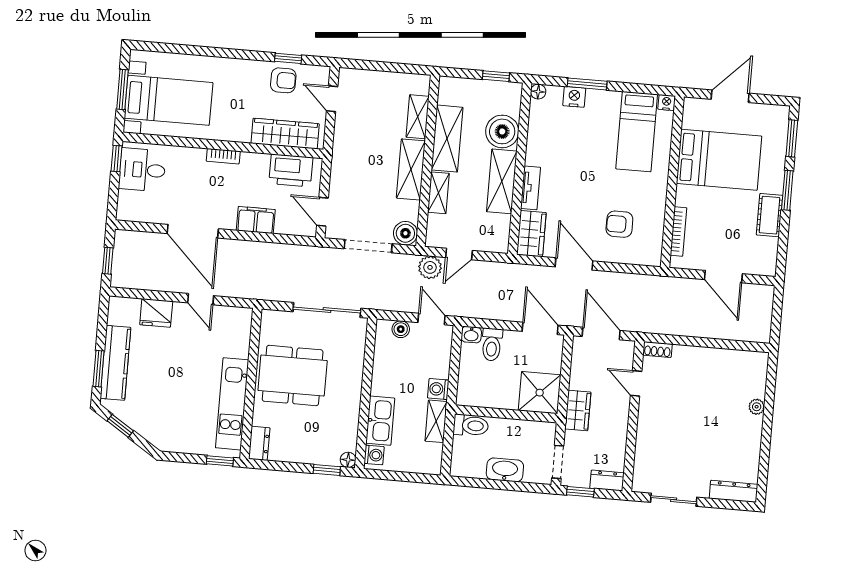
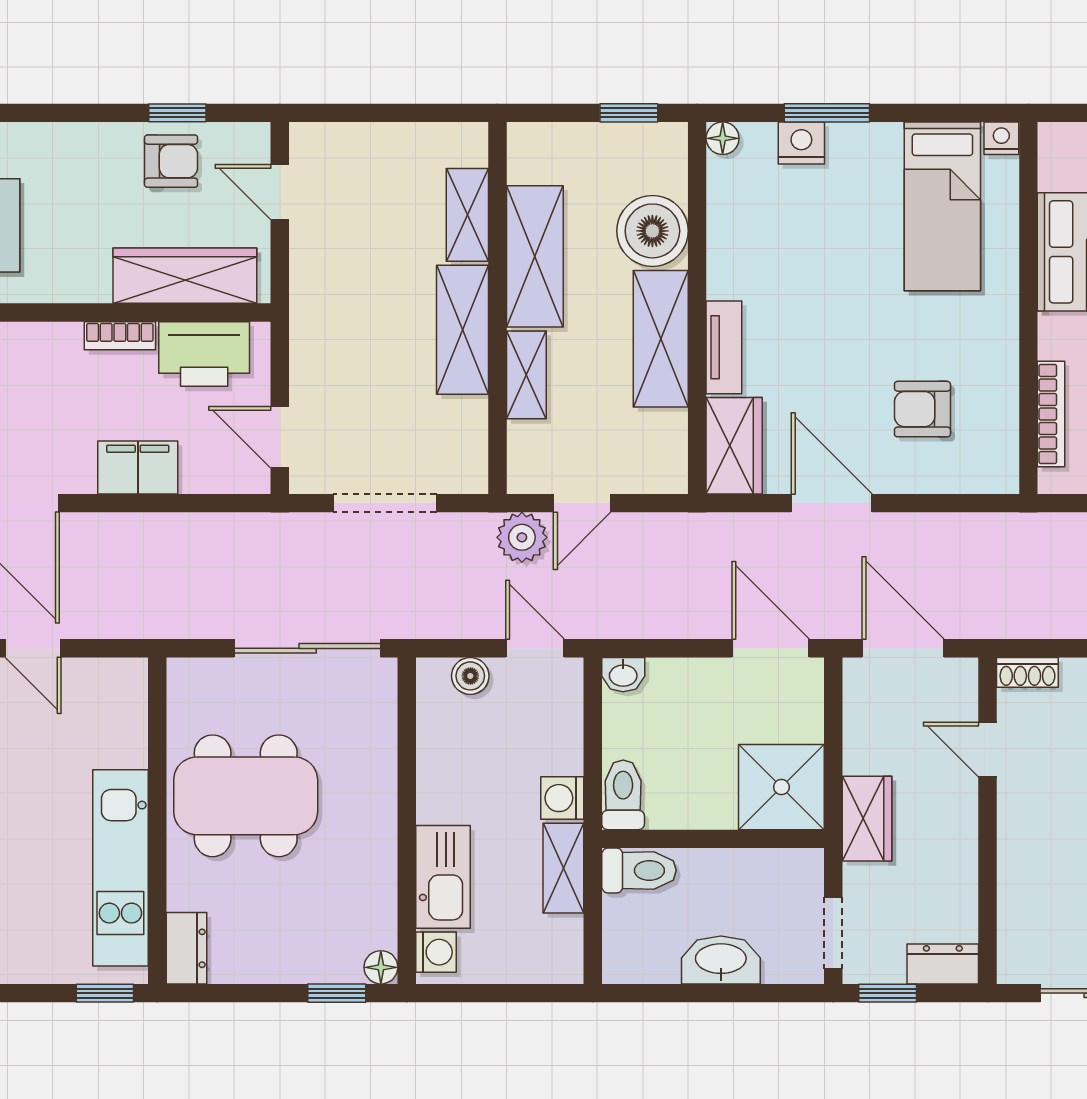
bookcase: (223, 156) -> (120, 336), moved
boiler: (405, 233) -> (463, 468), removed
toilet: (492, 345) -> (623, 795), moved, turned 180

